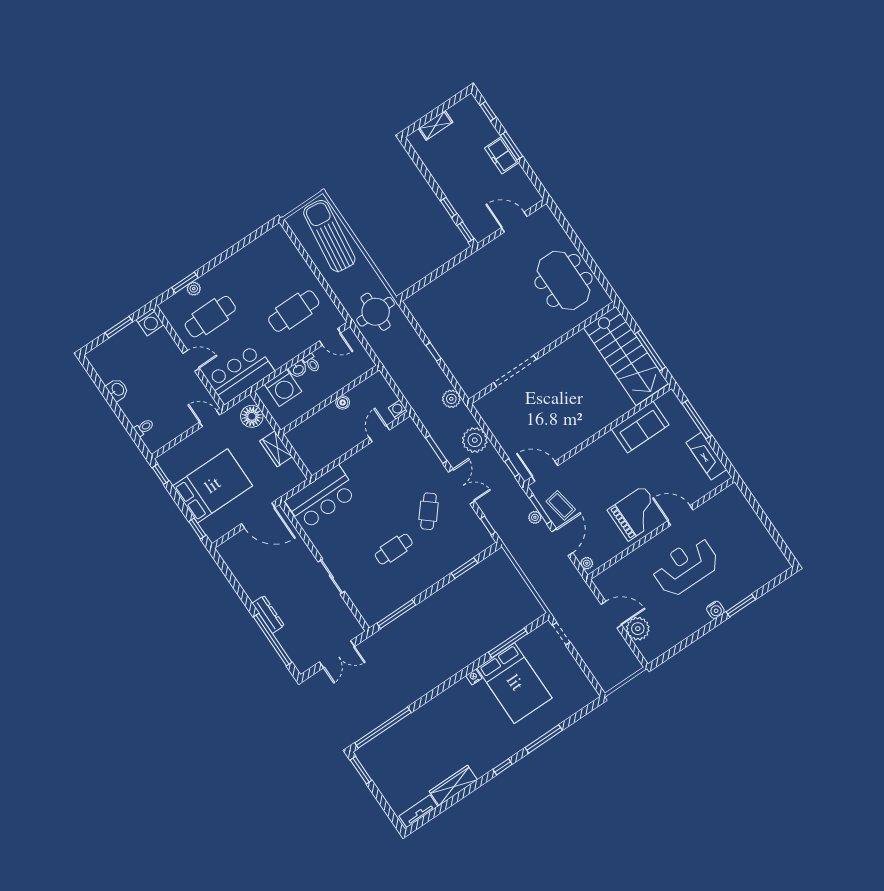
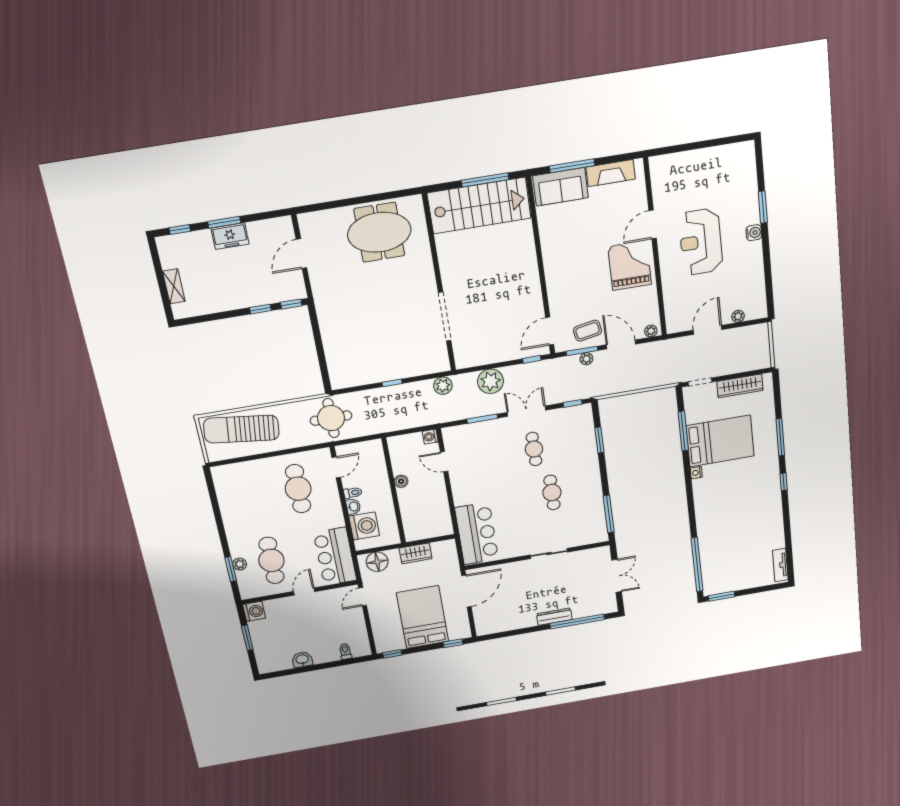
sofa: (640, 427) -> (560, 187), moved, turned 90
cafe table: (429, 511) -> (534, 449), turned 50
plant: (638, 629) -> (738, 316), width x0.53, depth x0.53
wardrobe: (453, 785) -> (740, 386), moved, turned -90

